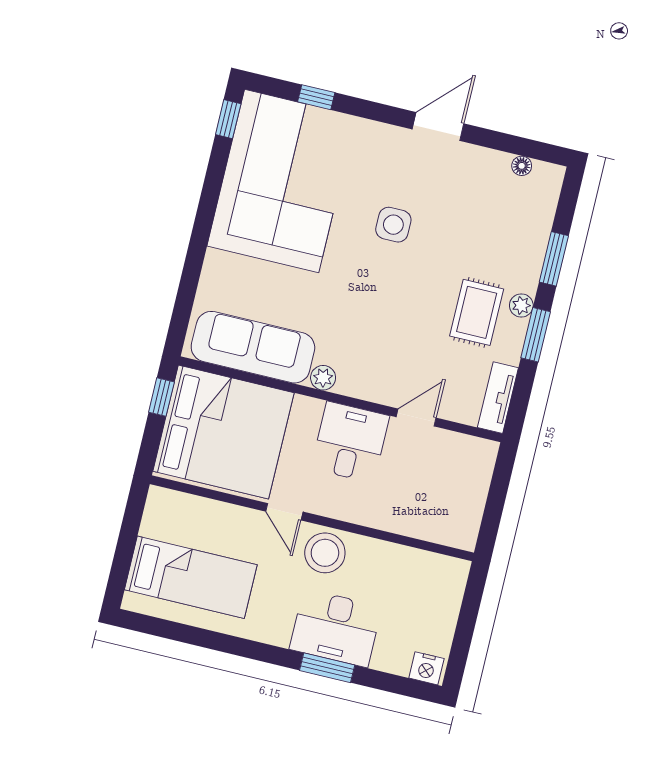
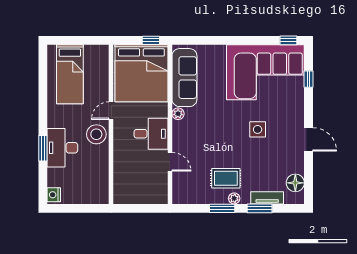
floor lamp: (522, 166) -> (295, 183), width x1.89, depth x1.89
tv unit: (498, 398) -> (267, 198), moved

